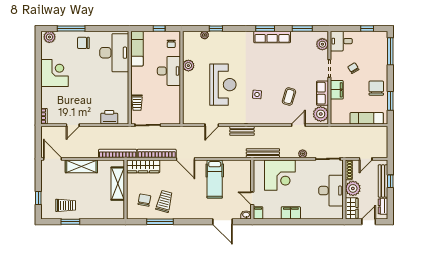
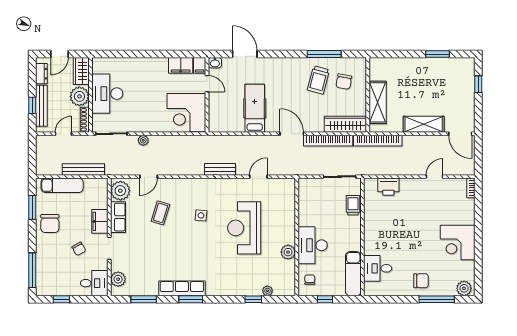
desk: (114, 53) -> (378, 268), width x0.53, depth x0.77
bench: (263, 153) -> (83, 169), moved
corner desk: (280, 175) -> (186, 113), moved, turned -90
trolley: (66, 205) -> (444, 75), removed
filing cabinet: (291, 213) -> (181, 65), moved

